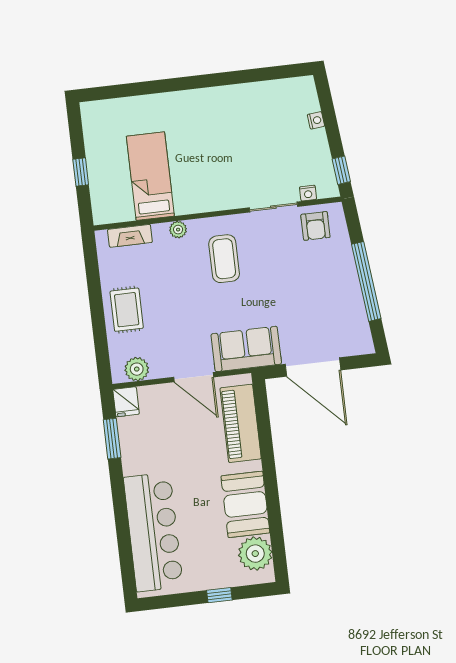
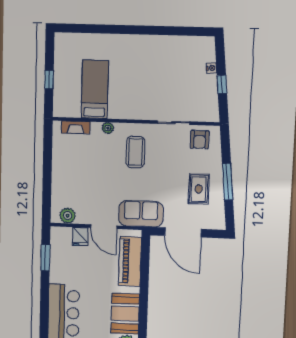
window: (341, 170) -> (222, 84), moved
nightstand: (308, 193) -> (198, 117), removed
window: (366, 281) -> (228, 182), width x0.68
rug: (127, 310) -> (199, 189), moved
fridge: (126, 402) -> (80, 237), moved

